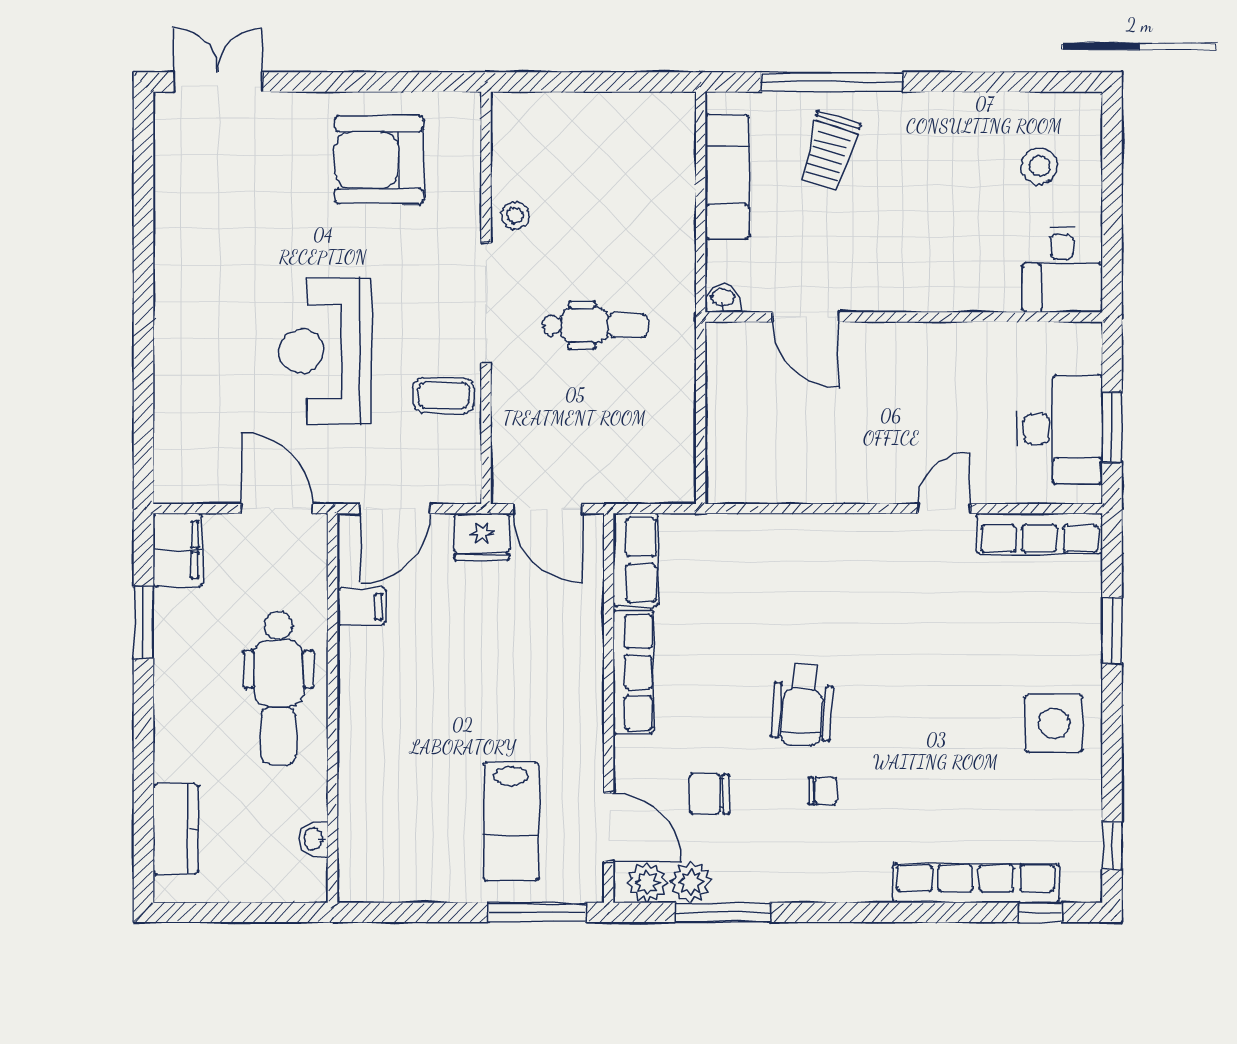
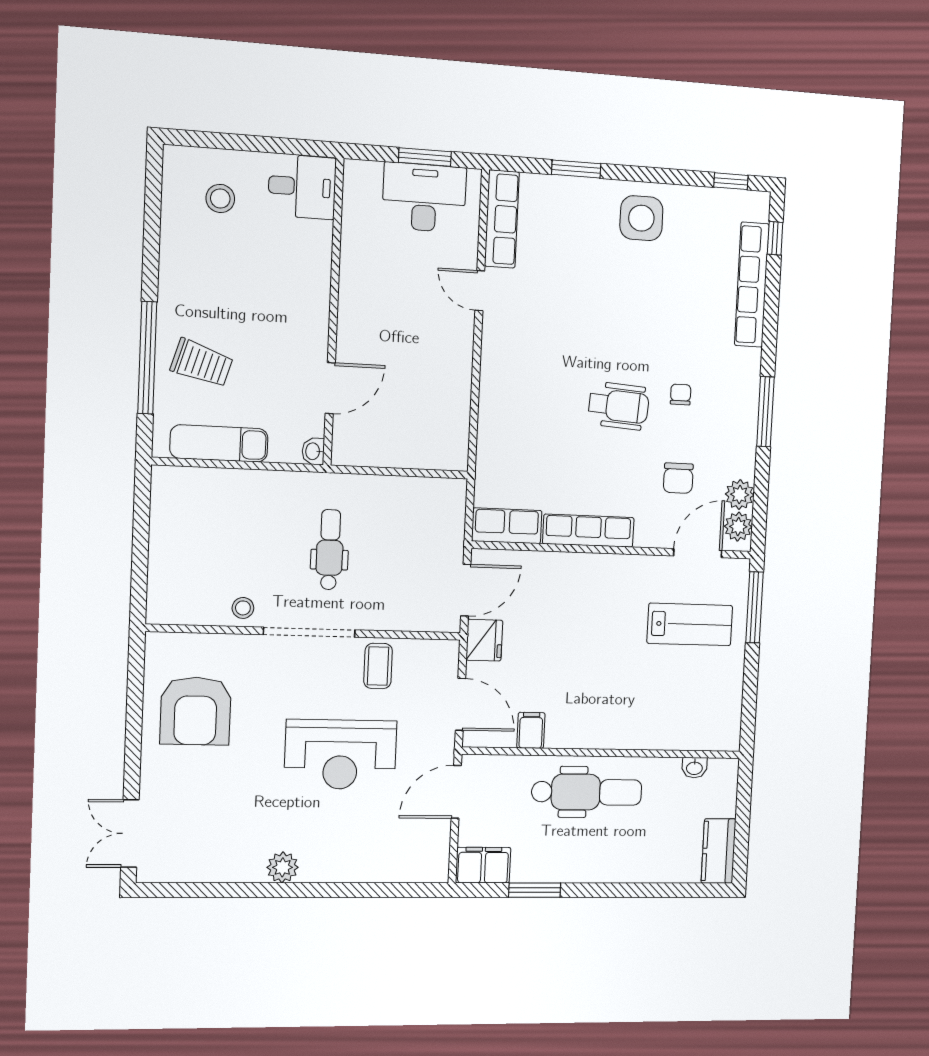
plant: (174, 281) -> (283, 867), added
kitchen counter: (176, 829) -> (719, 851), moved, turned -90
window: (723, 912) -> (765, 412), moved

